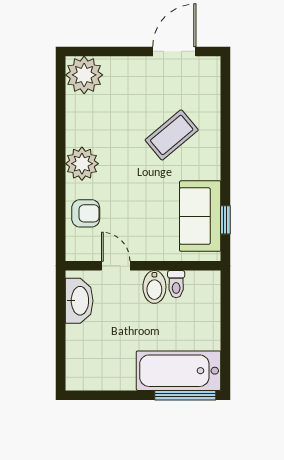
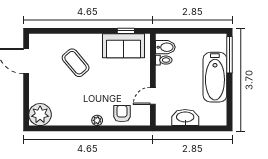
plant: (82, 164) -> (97, 120), width x0.53, depth x0.53
bidet: (154, 287) -> (165, 47), moved
washbasin: (79, 301) -> (185, 117), moved
bathtub: (179, 371) -> (215, 77), moved

